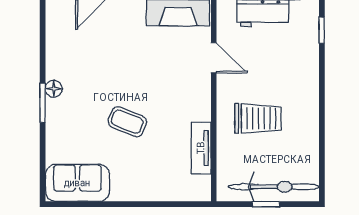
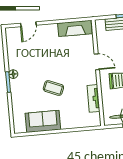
door: (214, 58) -> (97, 62), moved
sofa: (77, 183) -> (43, 121), moved

